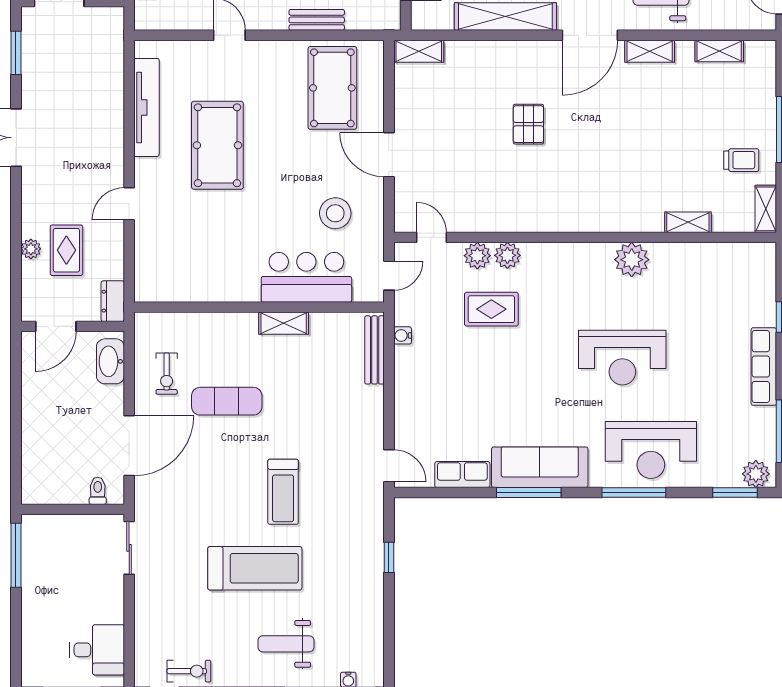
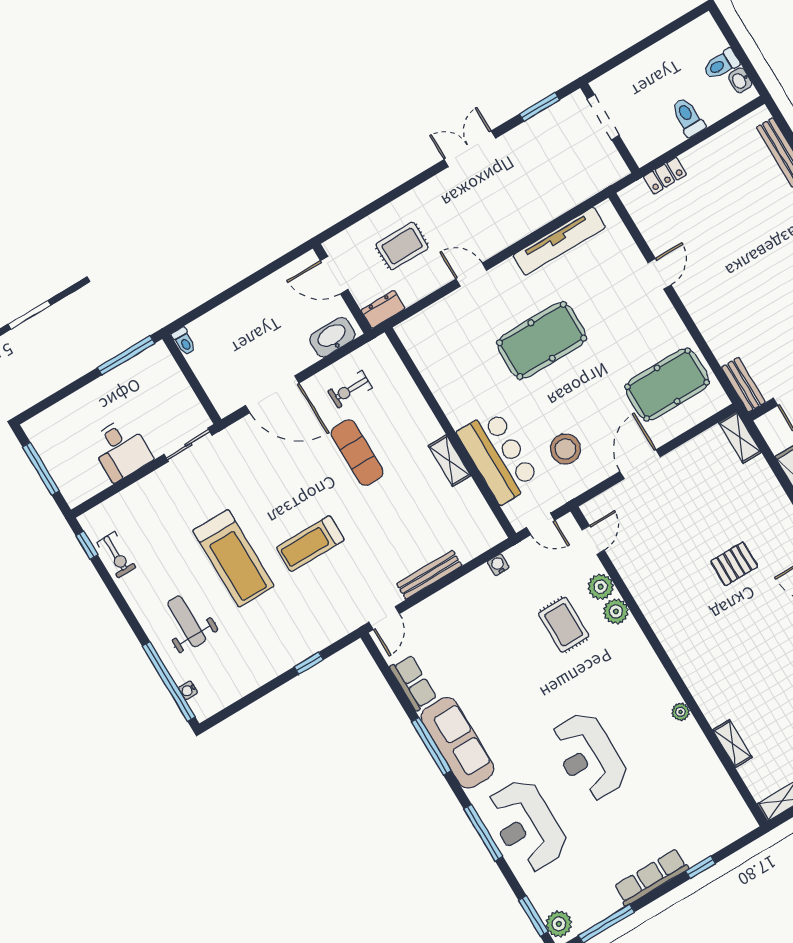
bench: (317, 20) -> (743, 385), moved
pool table: (217, 145) -> (542, 340), moved
plant: (31, 249) -> (386, 216), removed
plant: (632, 260) -> (681, 712), width x0.53, depth x0.53
bench: (375, 350) -> (429, 575), moved
toilet: (98, 491) -> (184, 341), moved, turned 90
desk: (97, 650) -> (121, 449), moved

